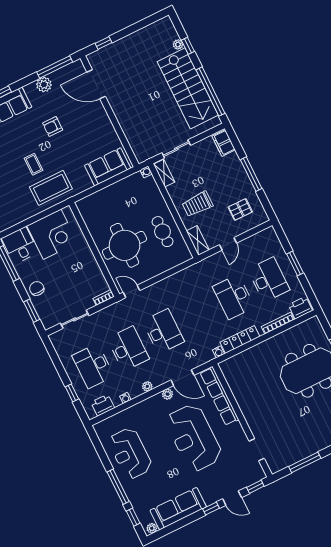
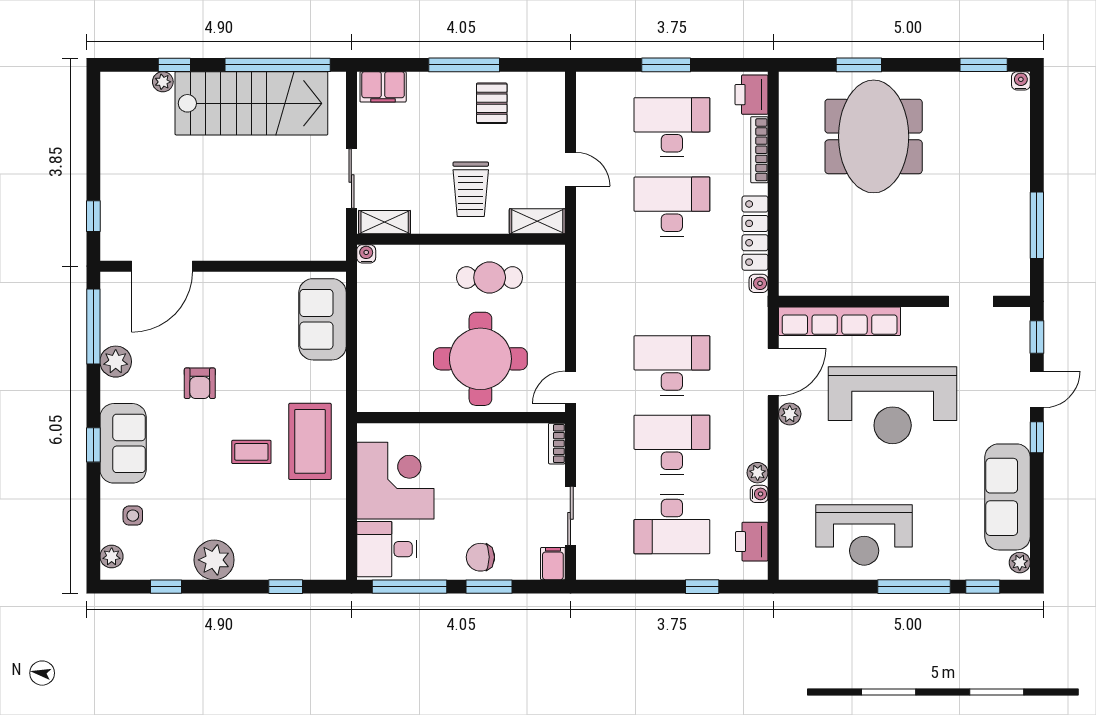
pallet: (240, 209) -> (492, 103), moved
desk: (234, 297) -> (672, 207), turned 180
window: (32, 311) -> (489, 587), moved
filing cabinet: (50, 322) -> (553, 564), added
plant: (147, 386) -> (758, 473), moved

